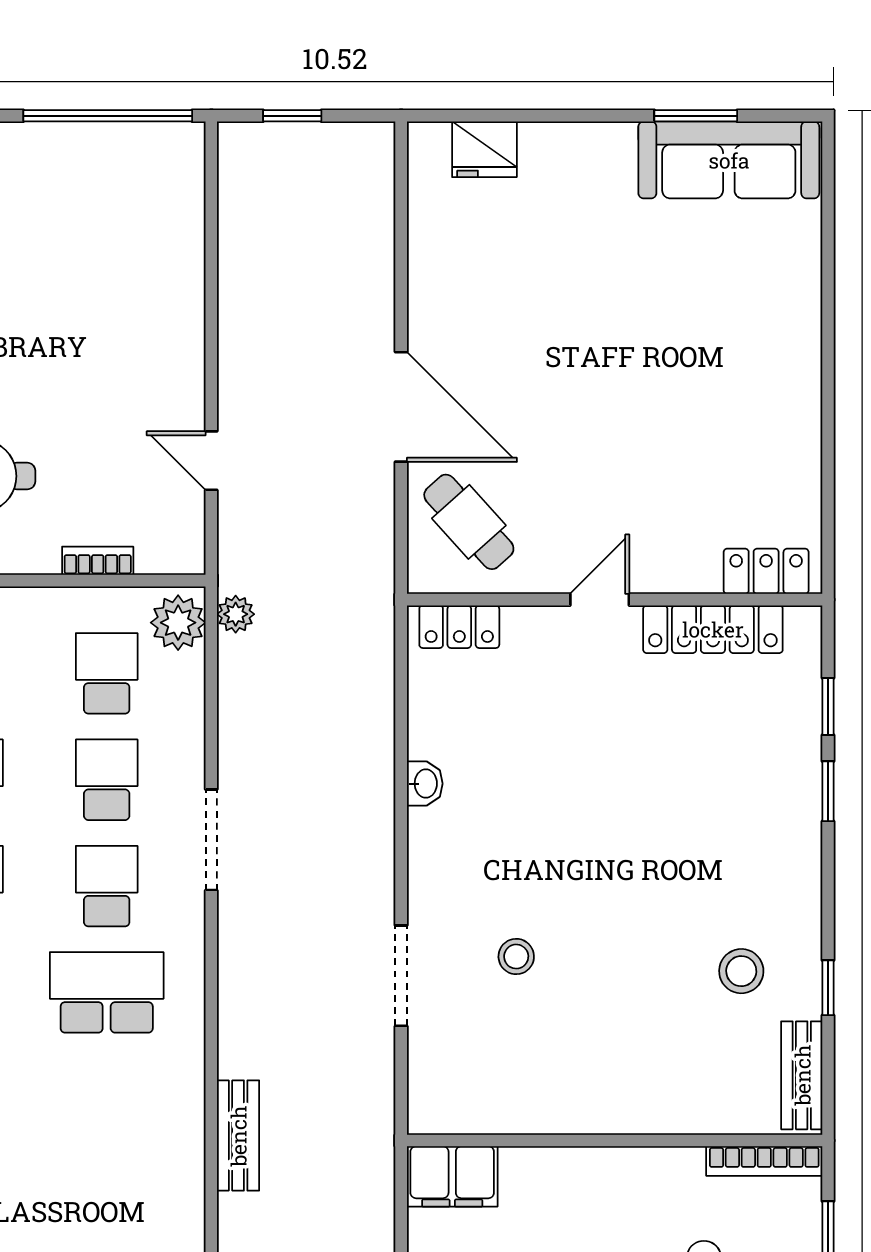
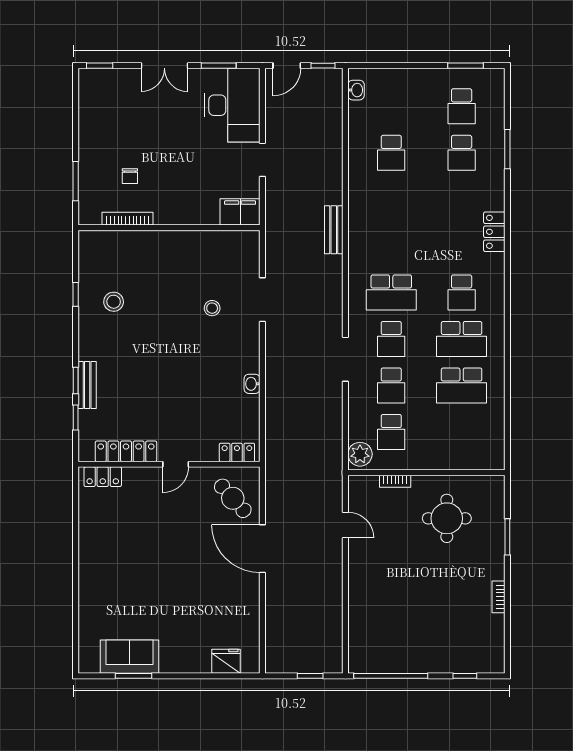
sofa: (729, 160) -> (130, 657), width x0.73
plant: (236, 614) -> (335, 458), removed
bench: (802, 1075) -> (87, 385), moved
bookcase: (764, 1161) -> (127, 219), moved

